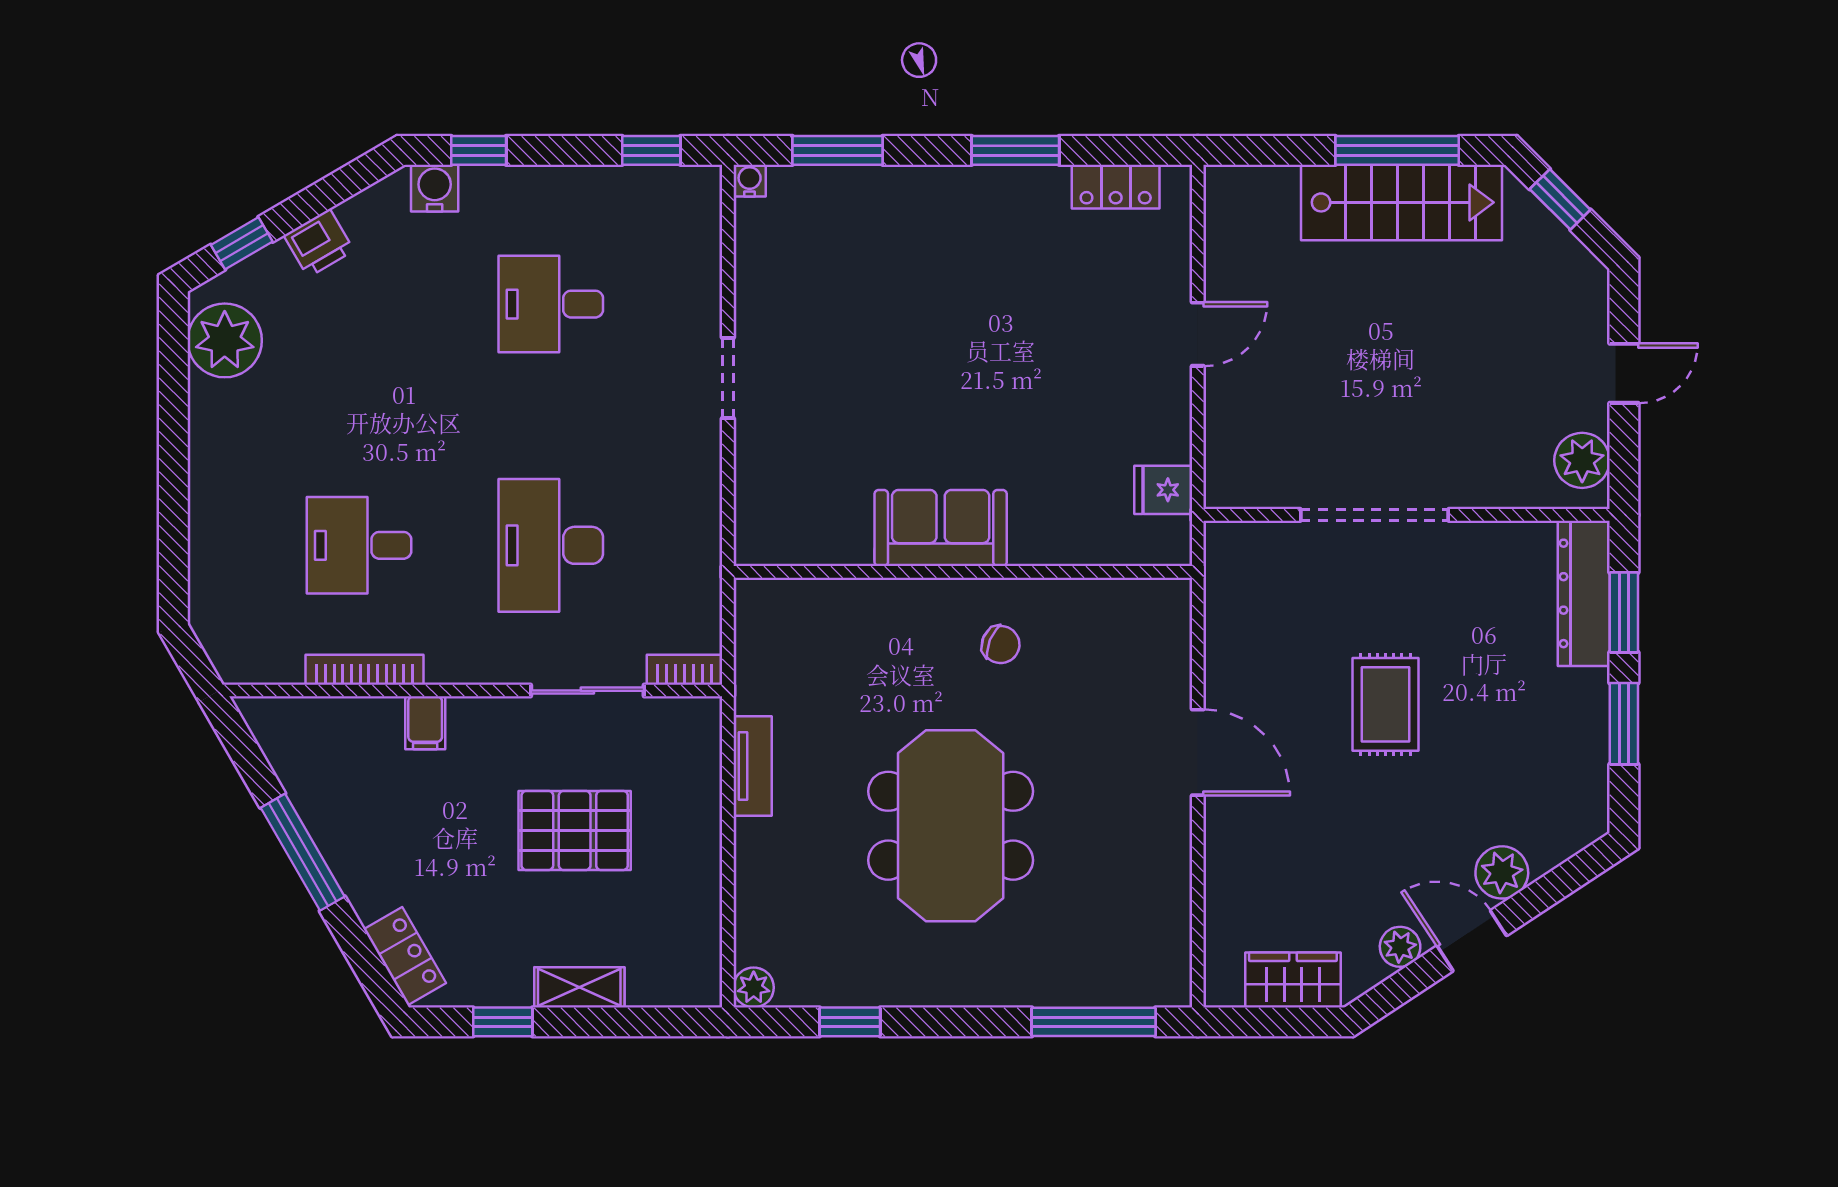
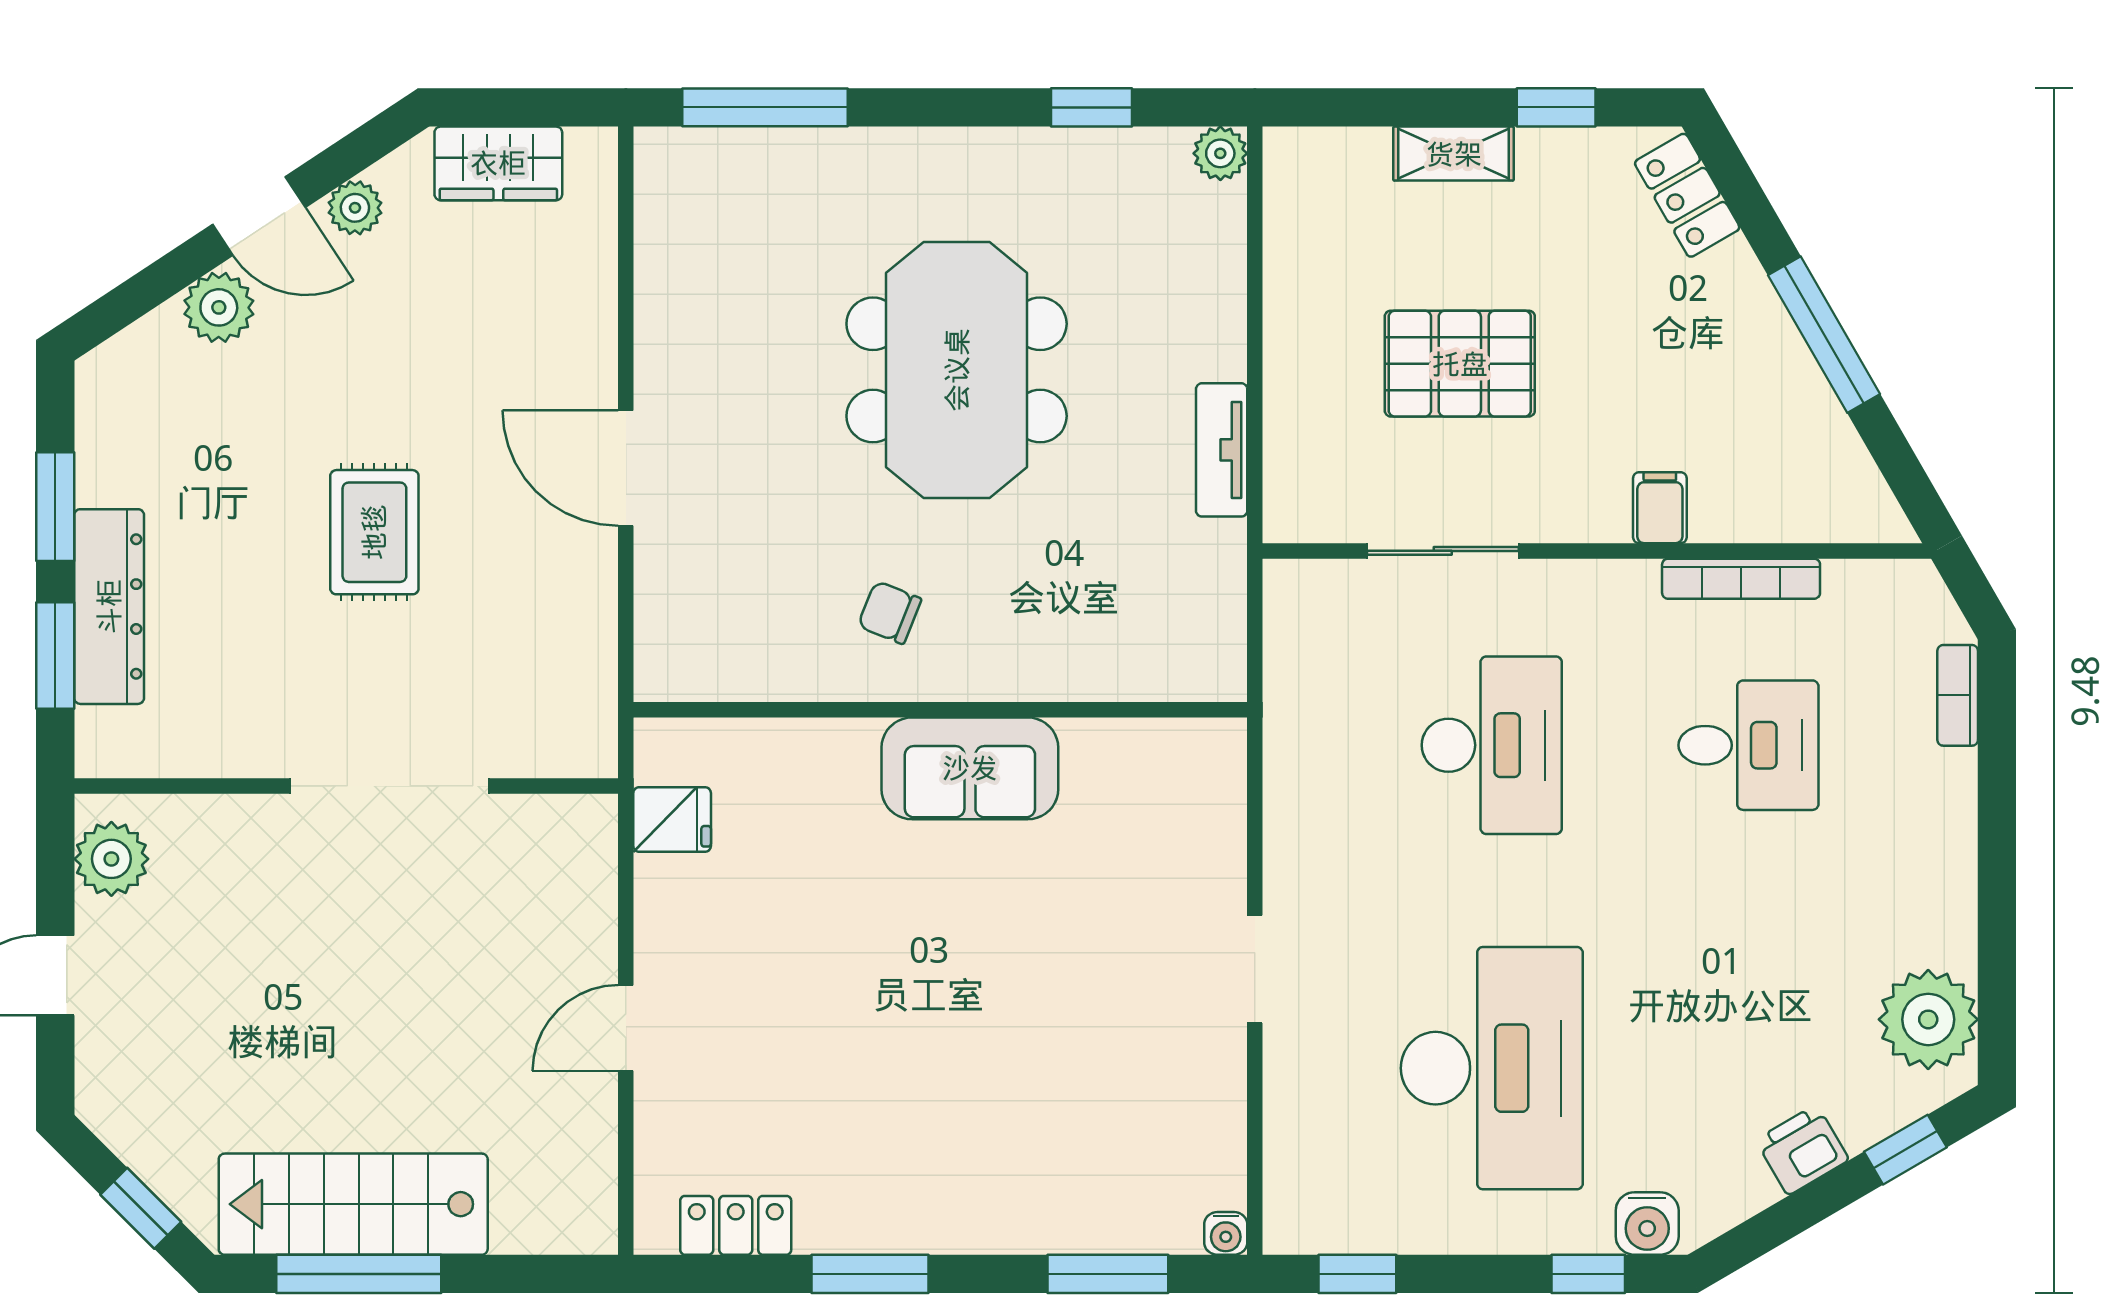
desk: (551, 304) -> (1492, 1068), width x1.87, depth x1.30
dresser: (1584, 593) -> (109, 607), moved
bookcase: (684, 670) -> (1958, 695), moved, turned 90

